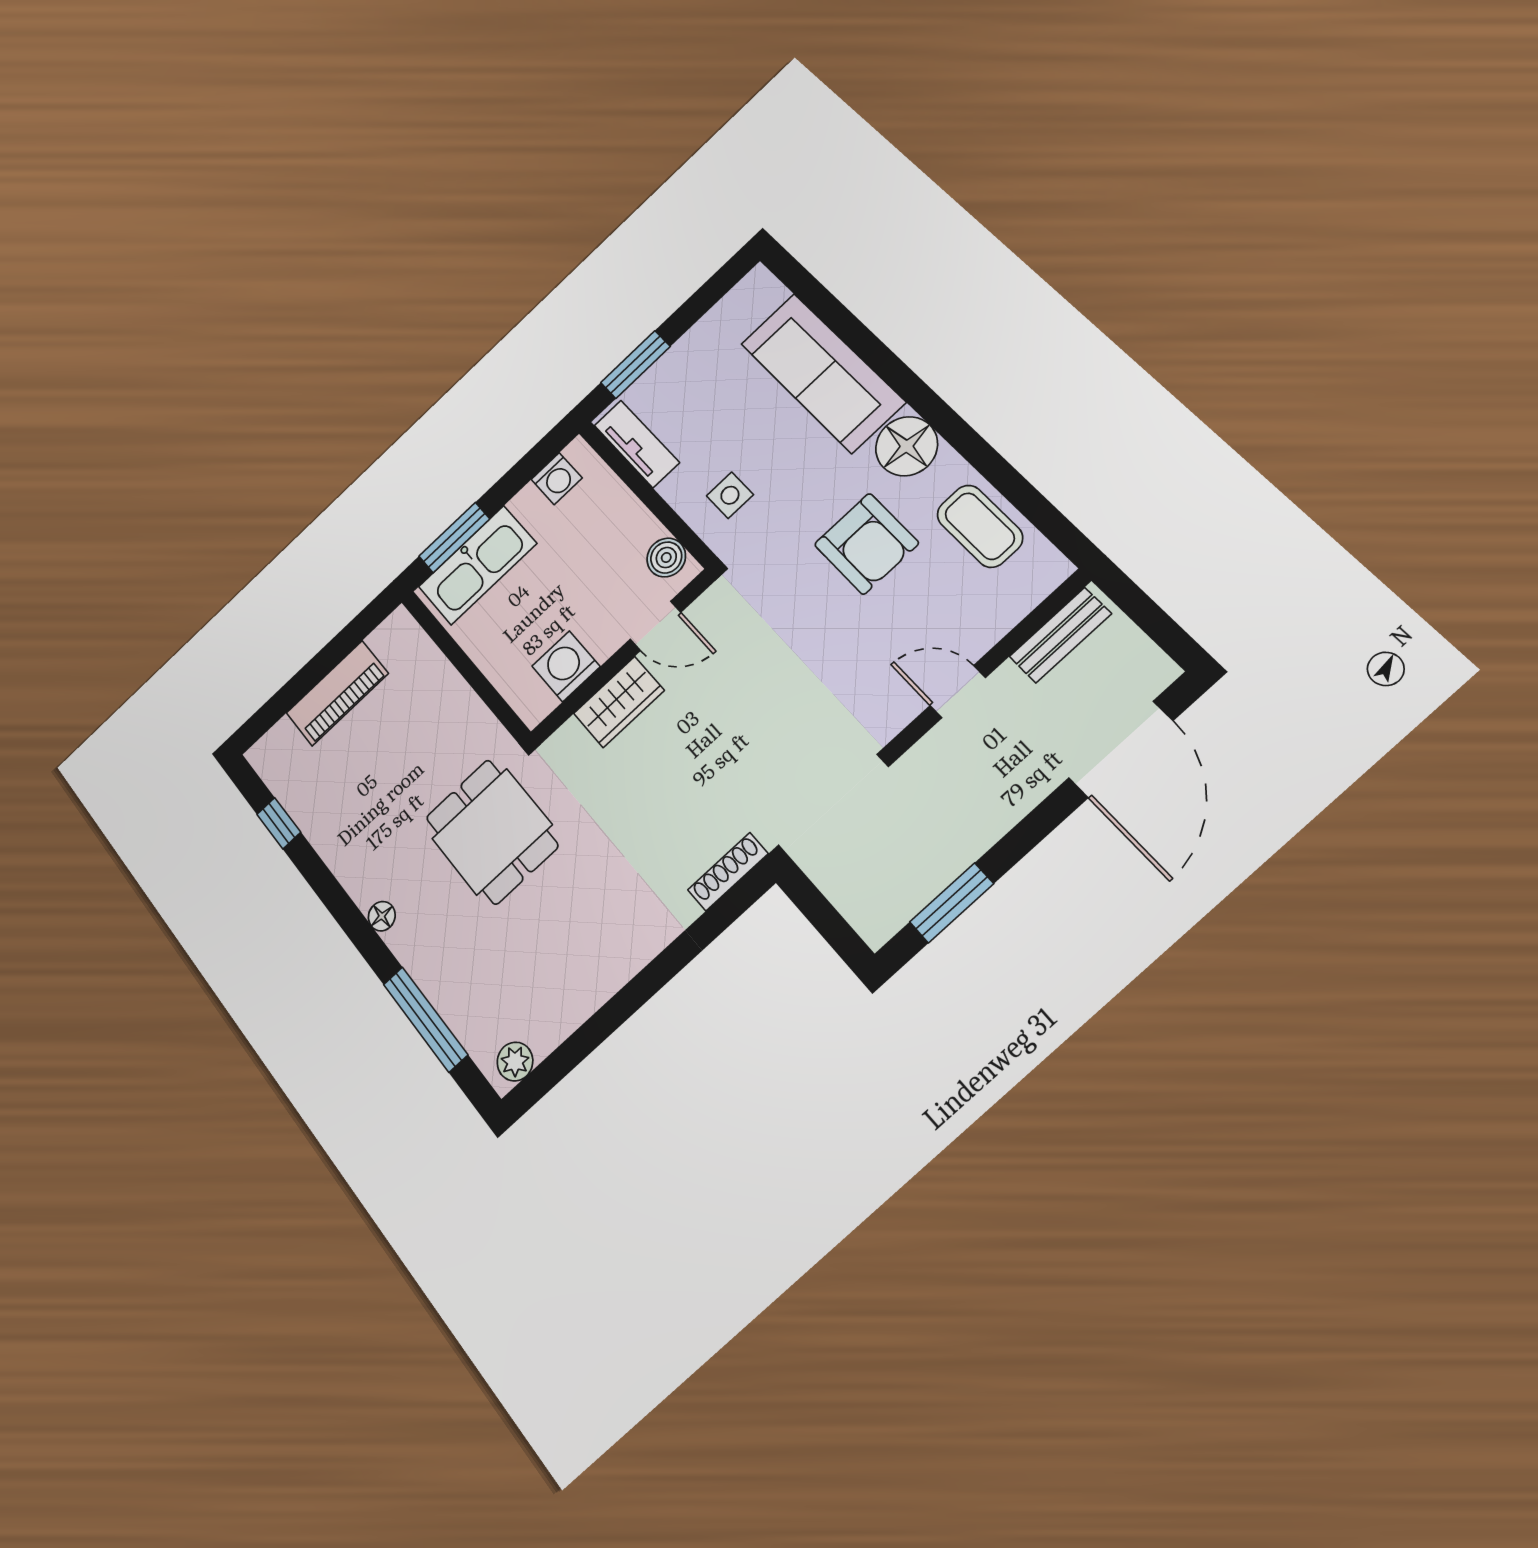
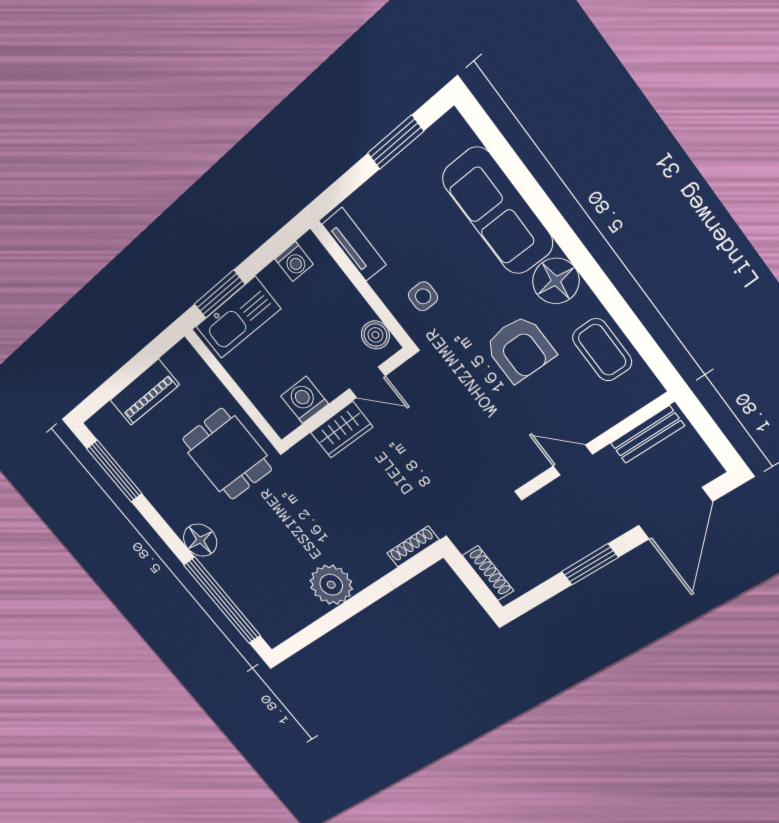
window: (635, 365) -> (396, 142), moved
window: (279, 823) -> (114, 471), width x2.17
dining table: (492, 832) -> (227, 454), moved
shoe rack: (847, 898) -> (488, 573), added
window: (952, 903) -> (590, 564), moved
floor lamp: (382, 916) -> (200, 540), width x1.89, depth x1.89
window: (425, 1019) -> (222, 600), width x1.46
plant: (515, 1062) -> (331, 585), moved, width x1.88, depth x1.88

